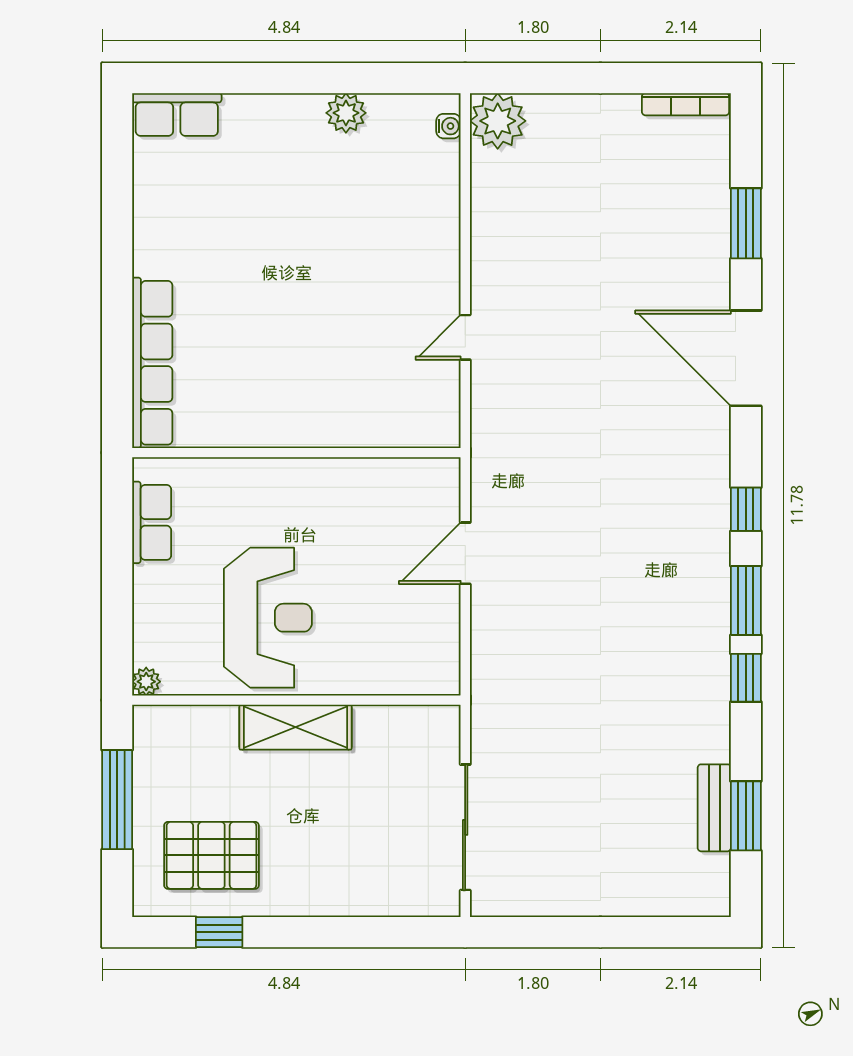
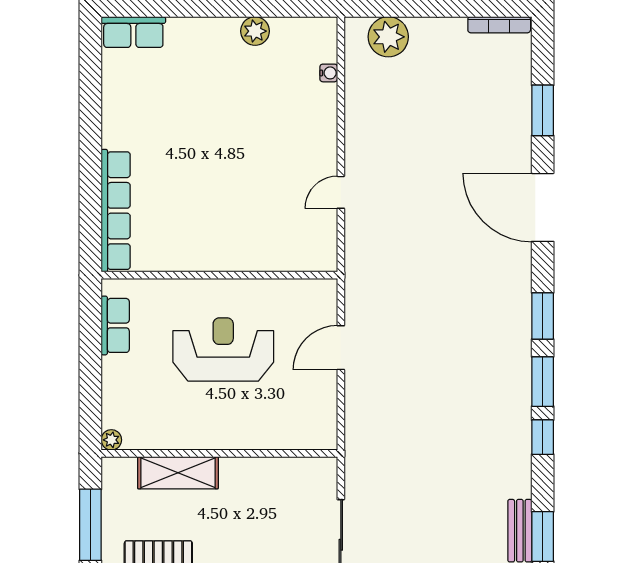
plant: (498, 121) -> (388, 37), moved
water cooler: (448, 126) -> (329, 73), moved
window: (746, 509) -> (543, 316), width x1.50
reception desk: (268, 618) -> (223, 350), moved, turned -90
shelving: (296, 727) -> (178, 473), moved

